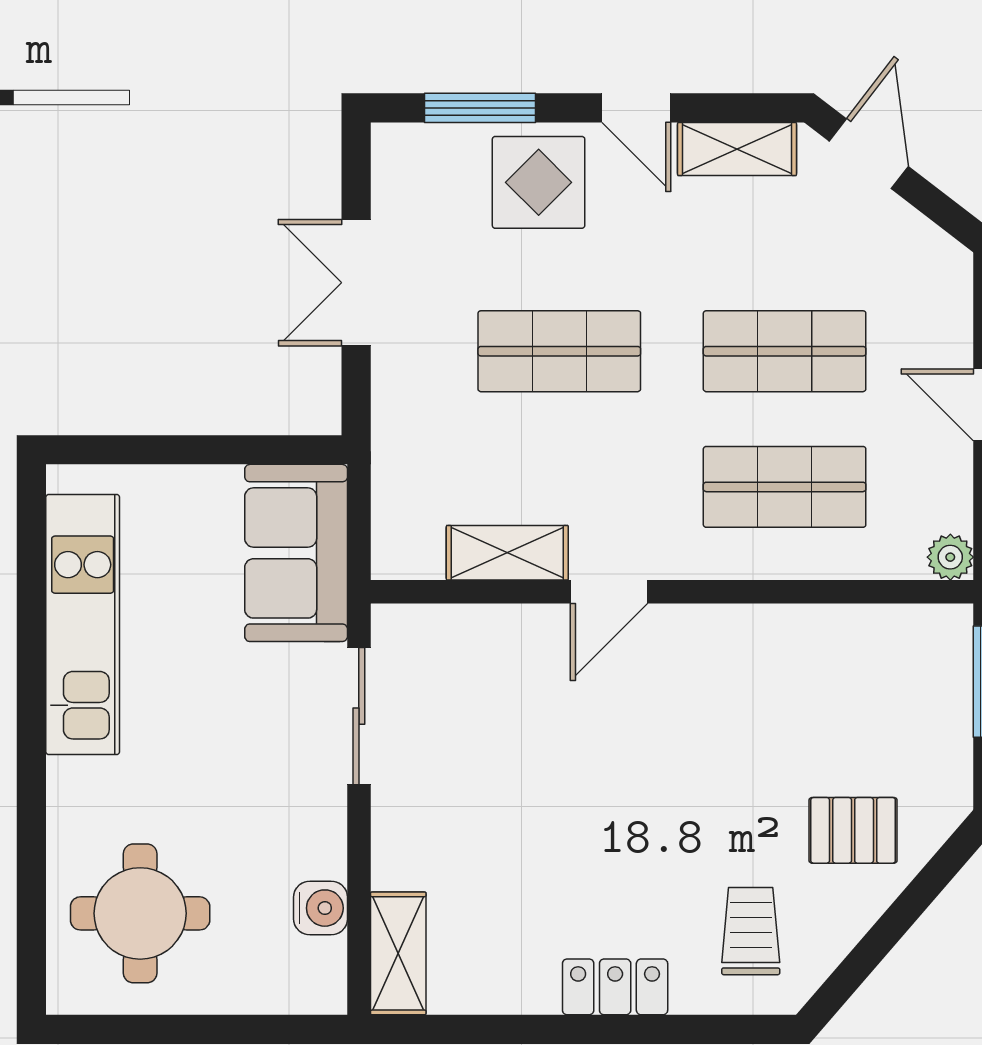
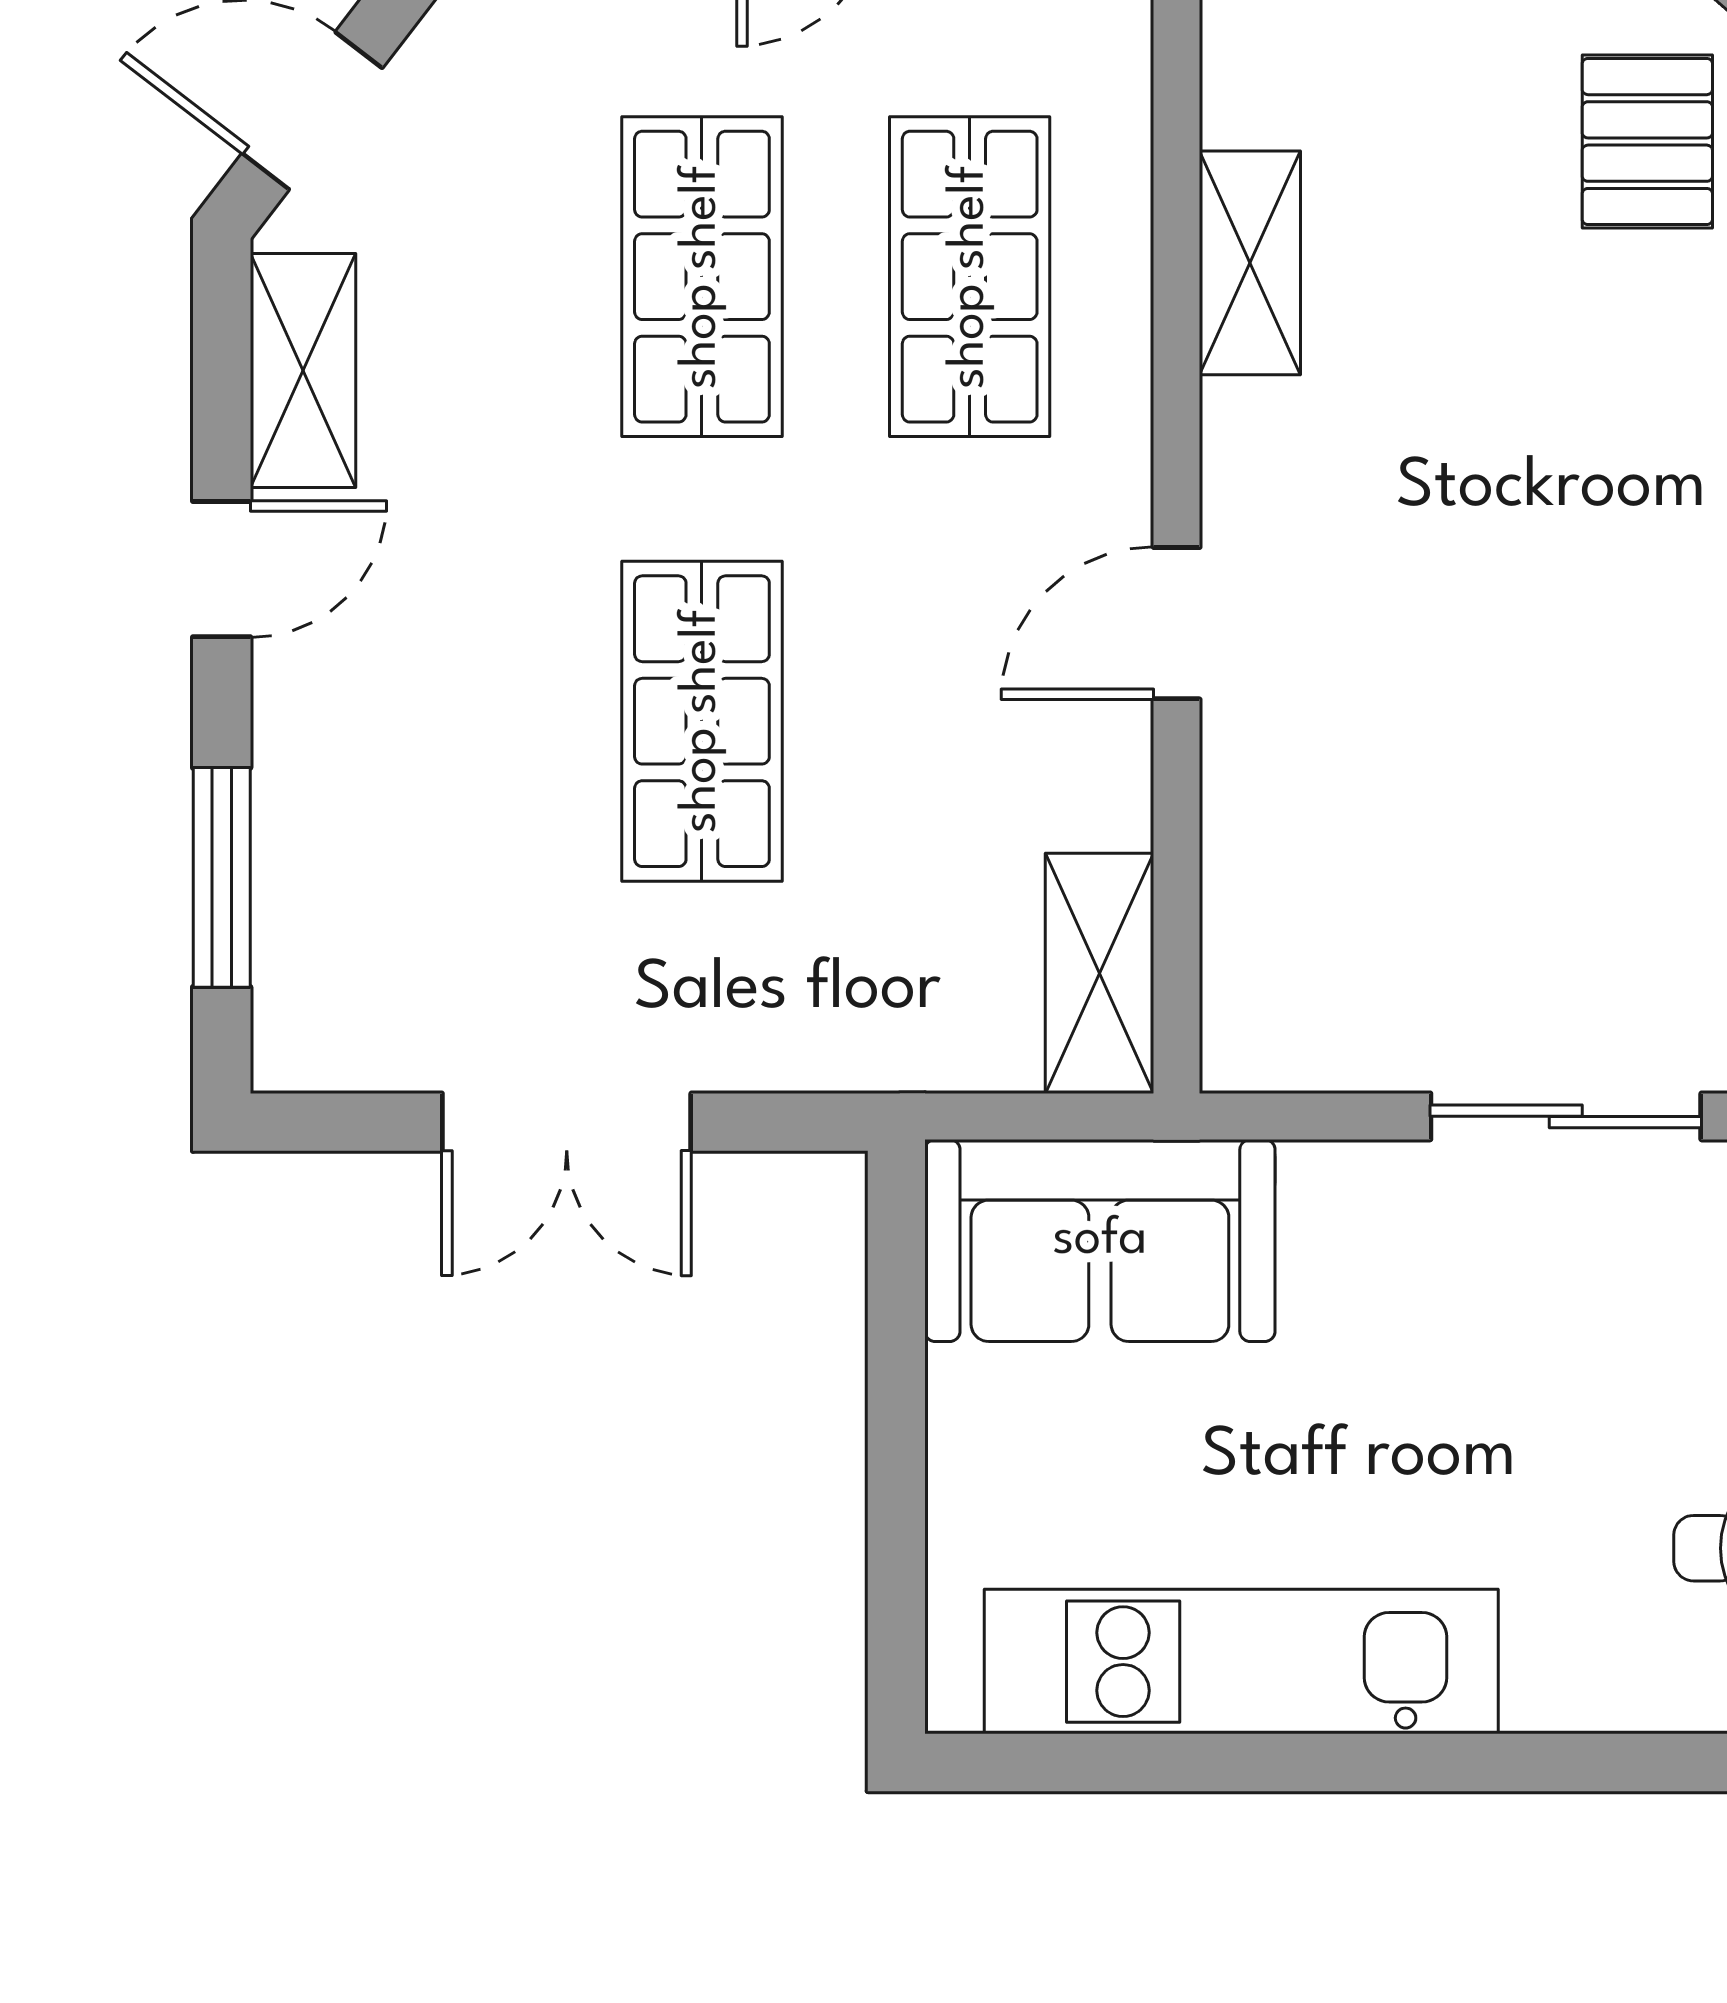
display table: (539, 182) -> (369, 762), removed
shelving: (507, 553) -> (1100, 973), moved
door: (609, 592) -> (1177, 623), swing flipped
shelving: (792, 629) -> (1250, 263), added
sliding door: (359, 716) -> (1566, 1116), moved

